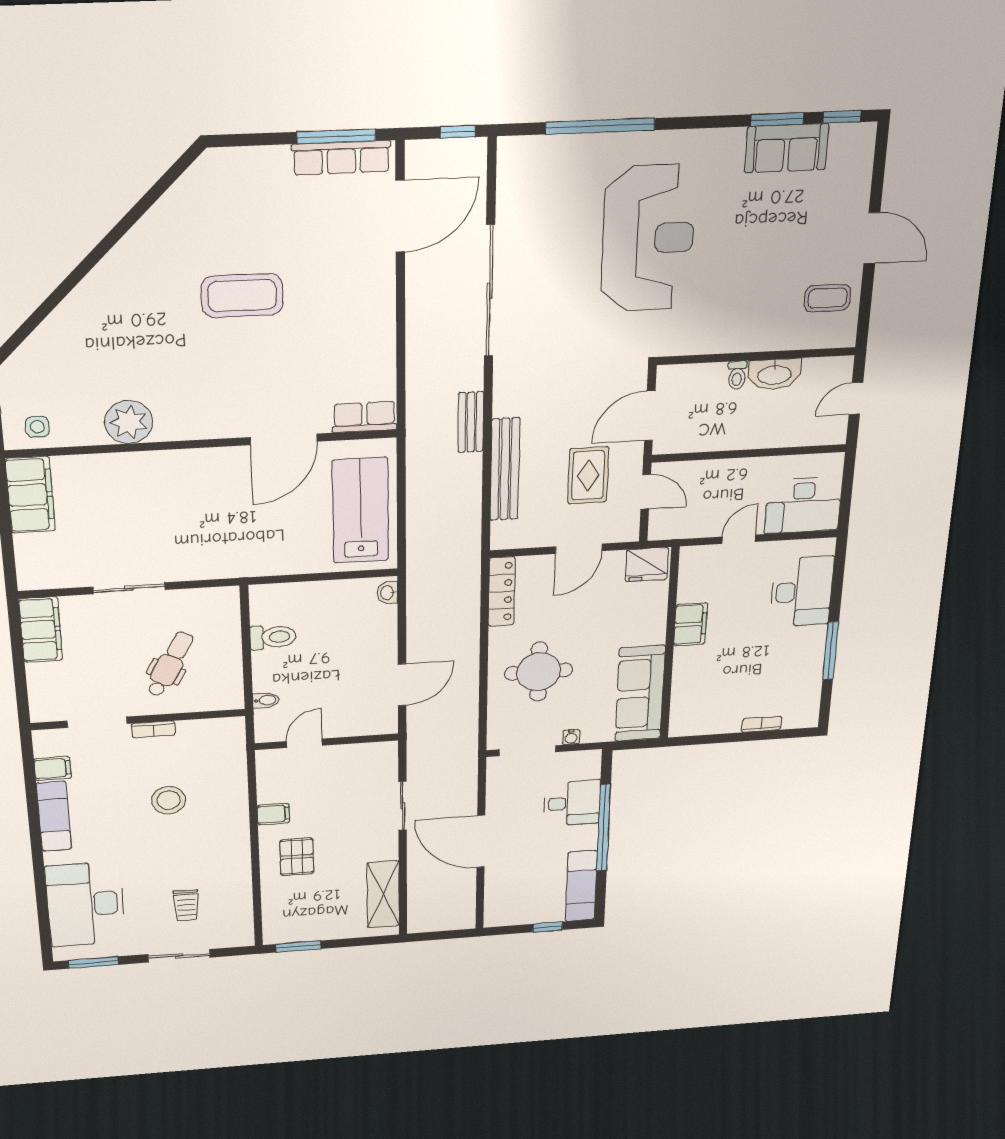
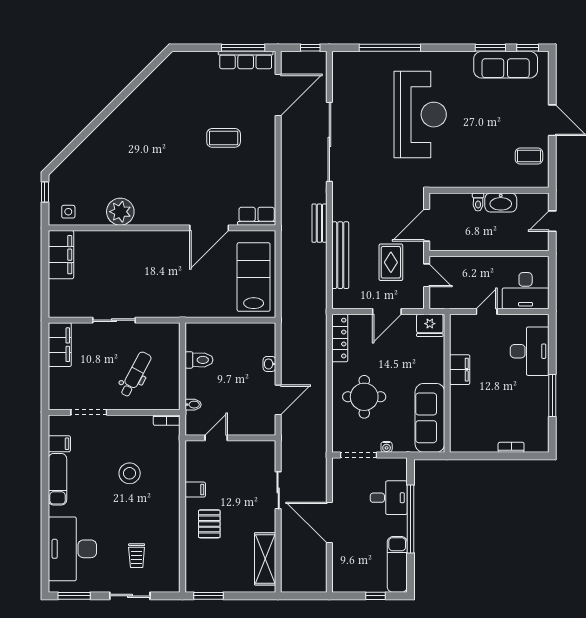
sofa: (787, 148) -> (506, 65), width x1.36
coffee table: (242, 295) -> (224, 138), moved, width x0.73, depth x0.76
washbasin: (387, 593) -> (269, 364), moved
bookcase: (153, 729) -> (167, 420), moved

